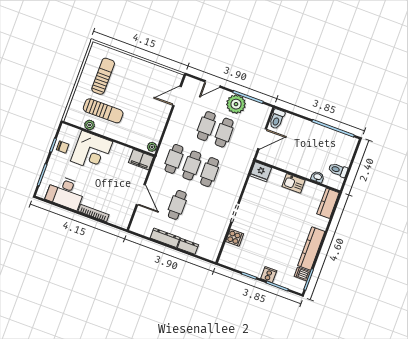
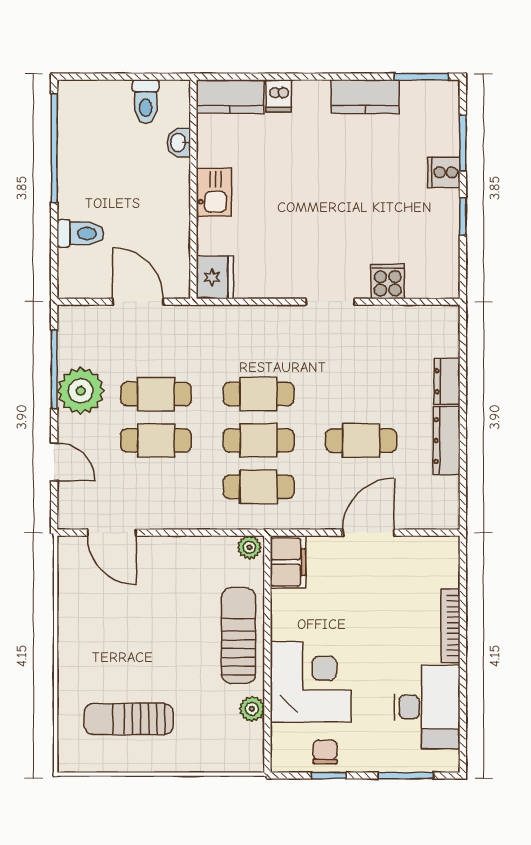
sun lounger: (103, 111) -> (238, 636), moved
toilet: (277, 119) -> (80, 233), moved
kitchen counter: (311, 249) -> (365, 97), width x0.67
dishwasher: (302, 274) -> (279, 96), moved

